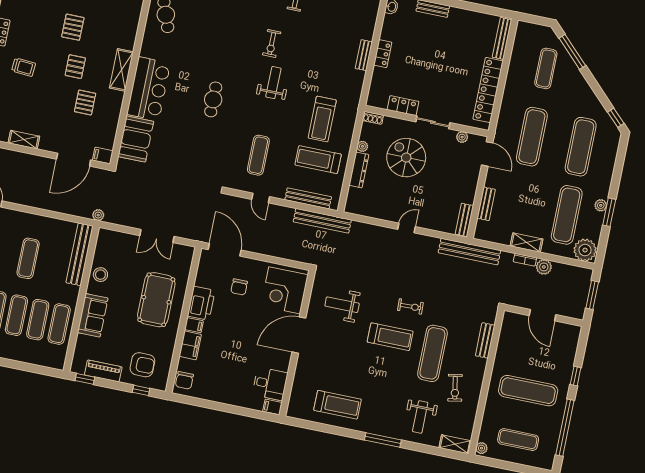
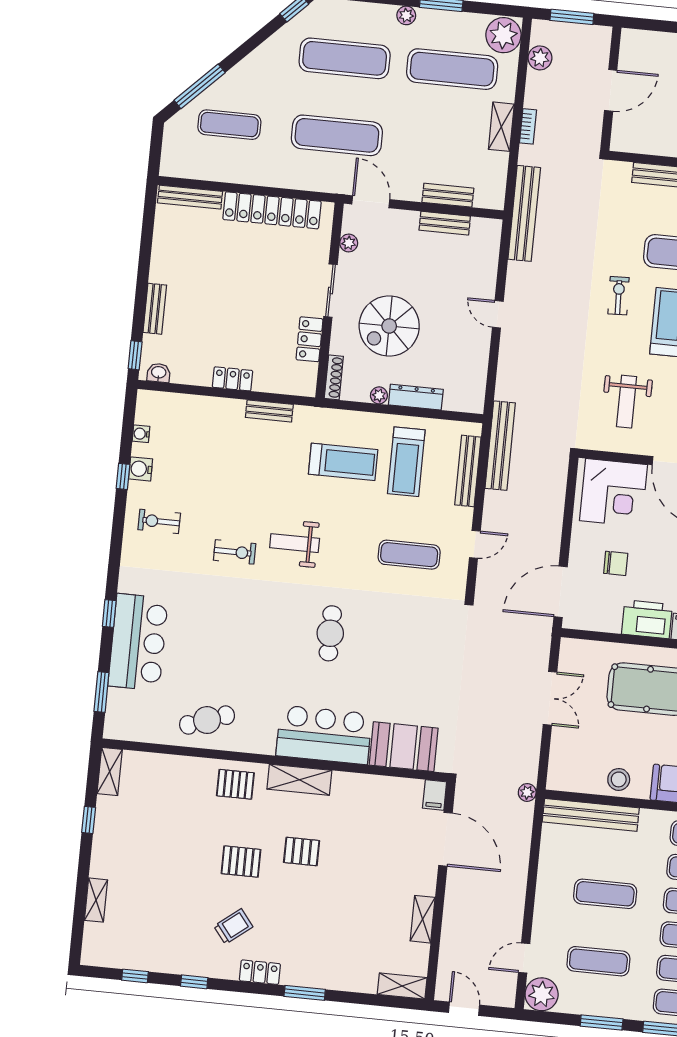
bench: (364, 55) -> (269, 411), moved
trolley: (24, 67) -> (233, 926), moved, turned 48
cafe table: (213, 99) -> (330, 633), turned 90
pallet: (85, 102) -> (235, 784), moved
shoe rack: (373, 118) -> (334, 377), width x1.43
door: (487, 154) -> (371, 202), hinge flipped
plant: (601, 205) -> (406, 15), moved
bench: (464, 220) -> (445, 223), moved
plant: (544, 267) -> (540, 58), moved

